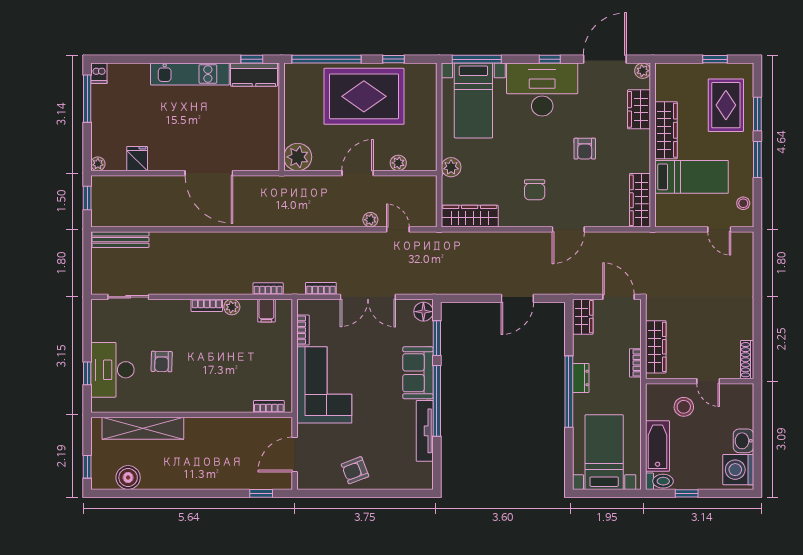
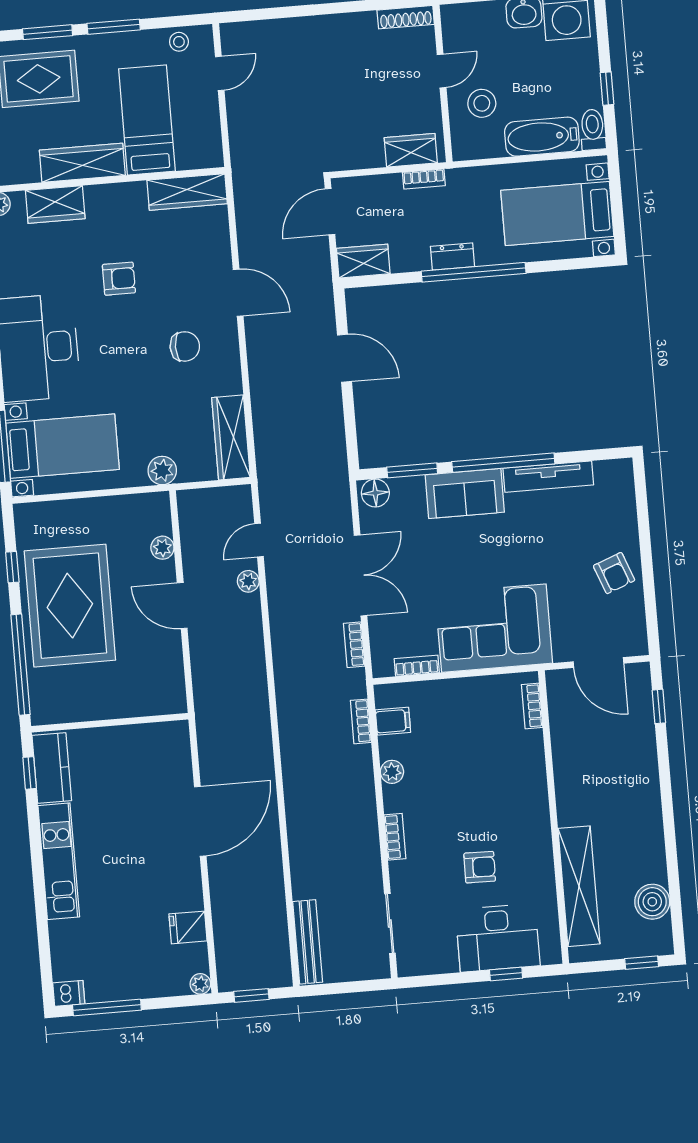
plant: (298, 157) -> (166, 694), removed
bookcase: (207, 305) -> (395, 837), moved
wardrobe: (656, 347) -> (411, 150), width x0.67

